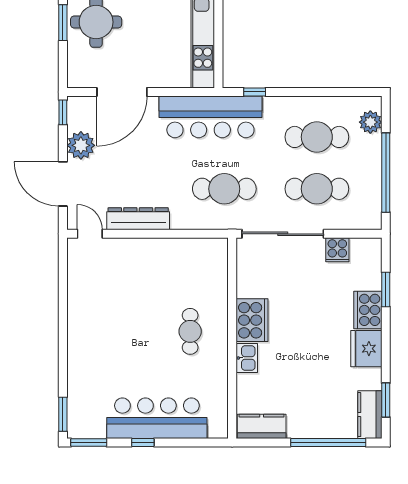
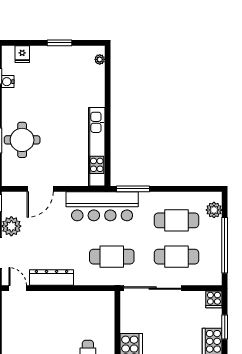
door: (122, 92) -> (40, 189), width x0.73
window: (255, 92) -> (133, 189), width x2.17
cooker: (337, 250) -> (214, 299), moved

